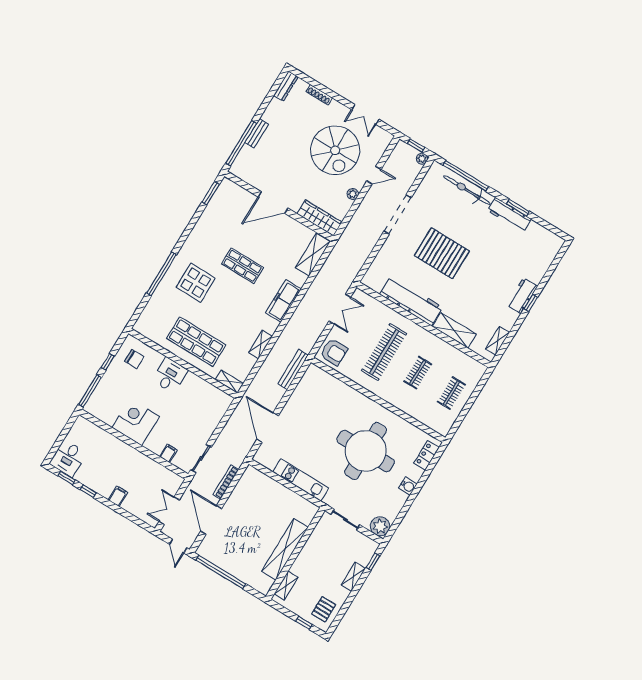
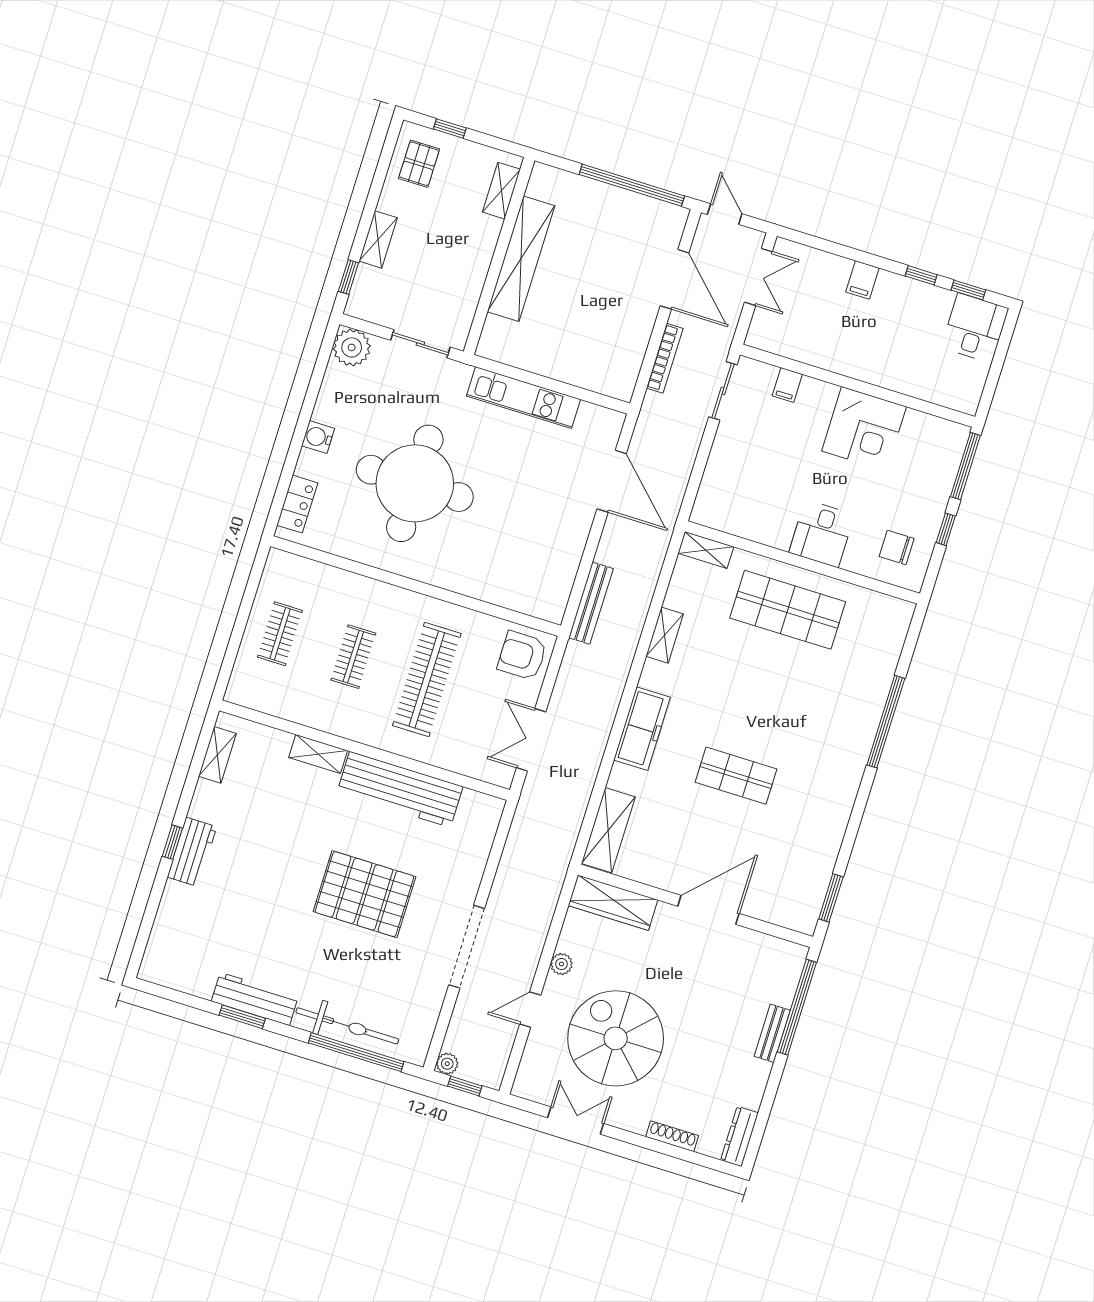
display table: (196, 283) -> (817, 721), removed
shelving: (454, 330) -> (318, 754), width x0.67, depth x0.75

